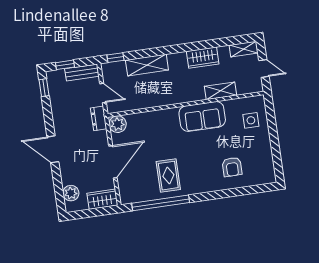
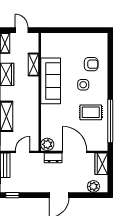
door: (264, 68) -> (22, 30), hinge flipped
sofa: (202, 116) -> (51, 81), width x1.36
dresser: (99, 118) -> (53, 158), moved
side table: (251, 120) -> (83, 85), moved

